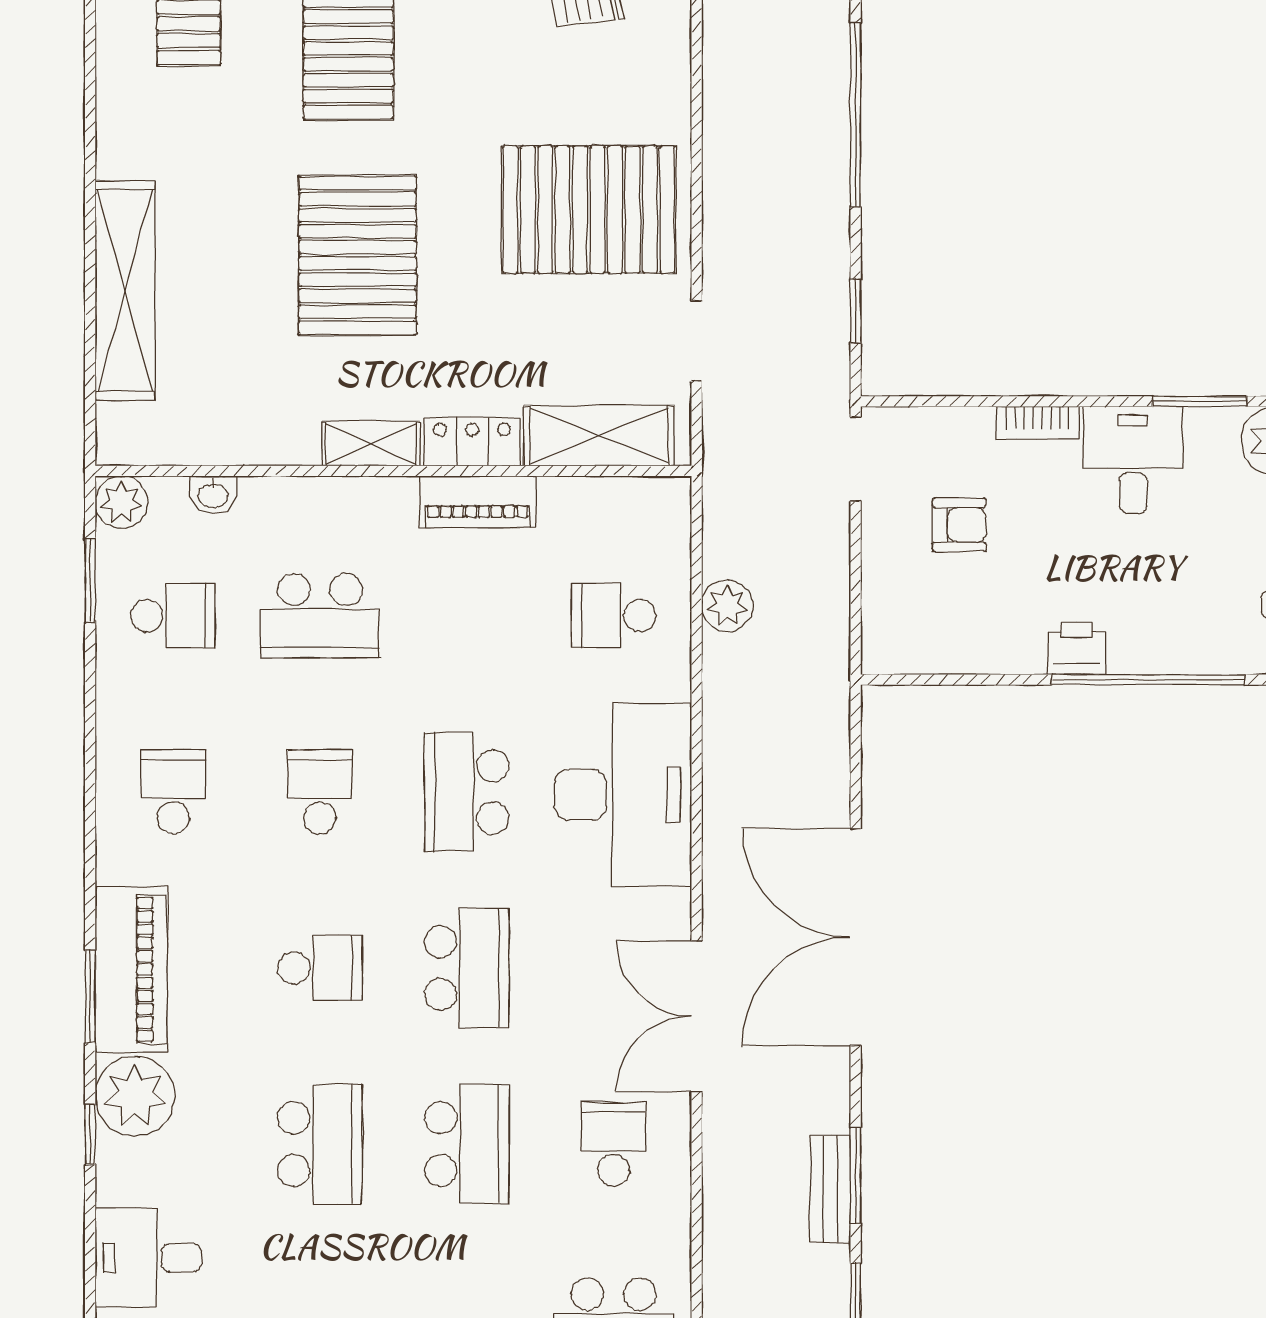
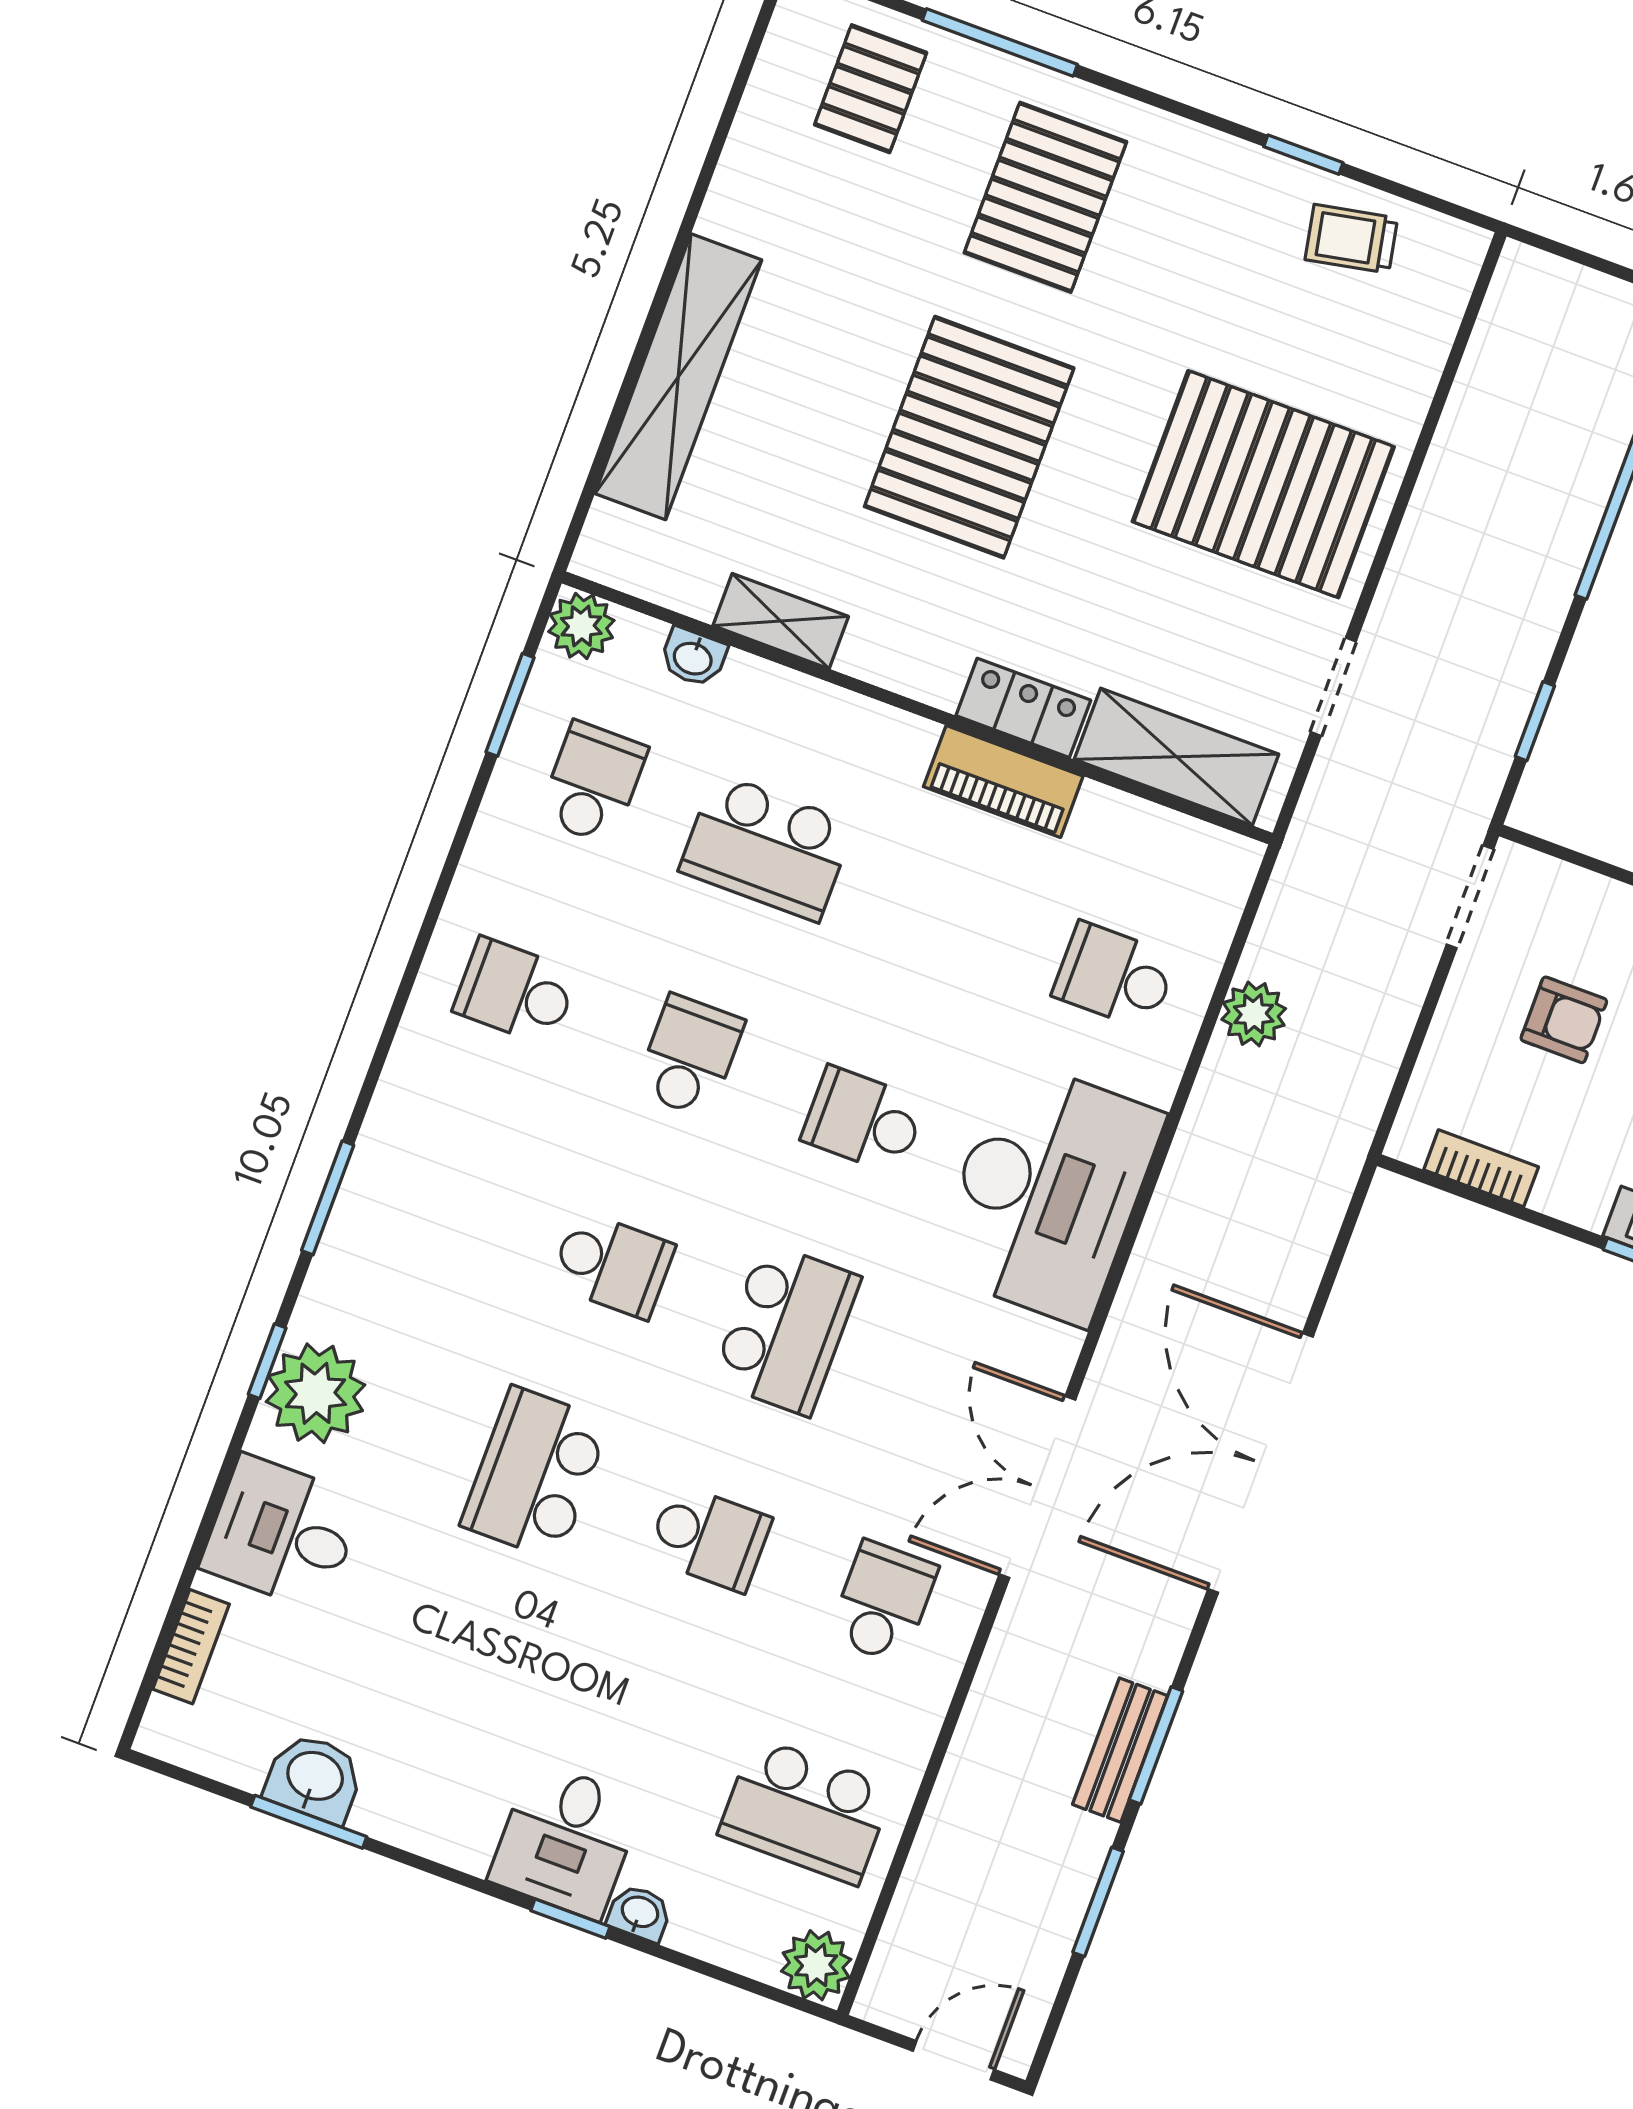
shelving: (371, 444) -> (781, 621), moved
school desk: (173, 616) -> (593, 783), turned -90
bookcase: (938, 658) -> (1481, 1168), added
school desk: (173, 792) -> (516, 992), turned -90
school desk: (467, 792) -> (864, 1120), width x0.54
piano: (131, 969) -> (388, 1184), removed
plant: (135, 1096) -> (316, 1393), moved
school desk: (320, 1144) -> (535, 1473), turned 180
school desk: (467, 1144) -> (709, 1538), width x0.54

